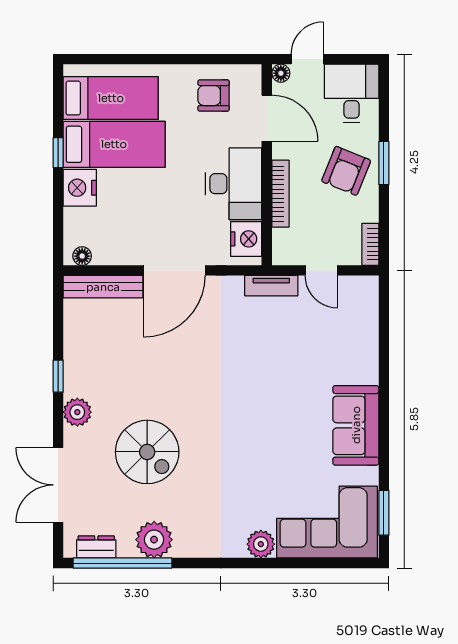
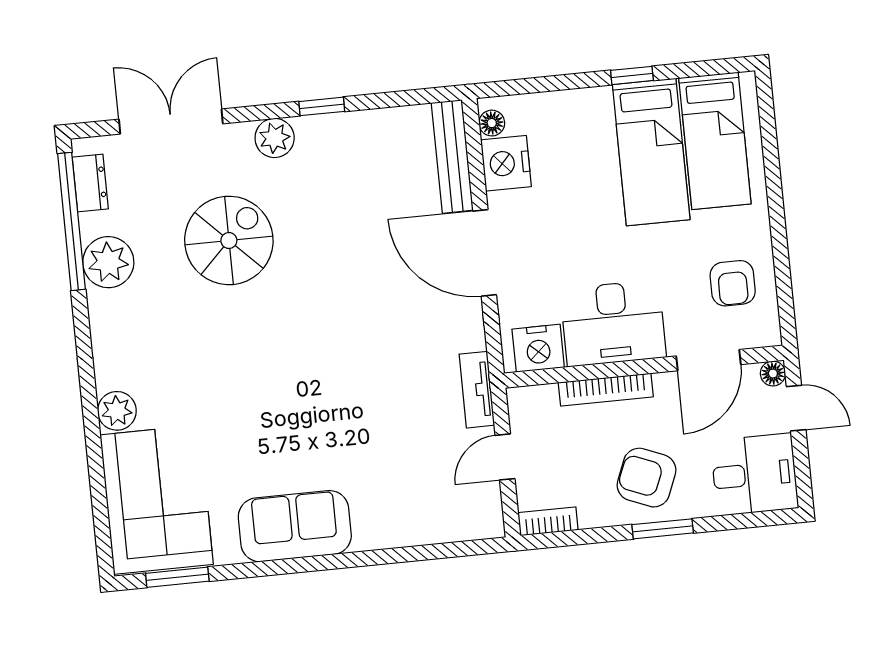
armchair: (214, 96) -> (733, 283), turned 180
nightstand: (80, 188) -> (506, 163), moved, turned -90
spiral stairs: (147, 452) -> (229, 240), turned 180

